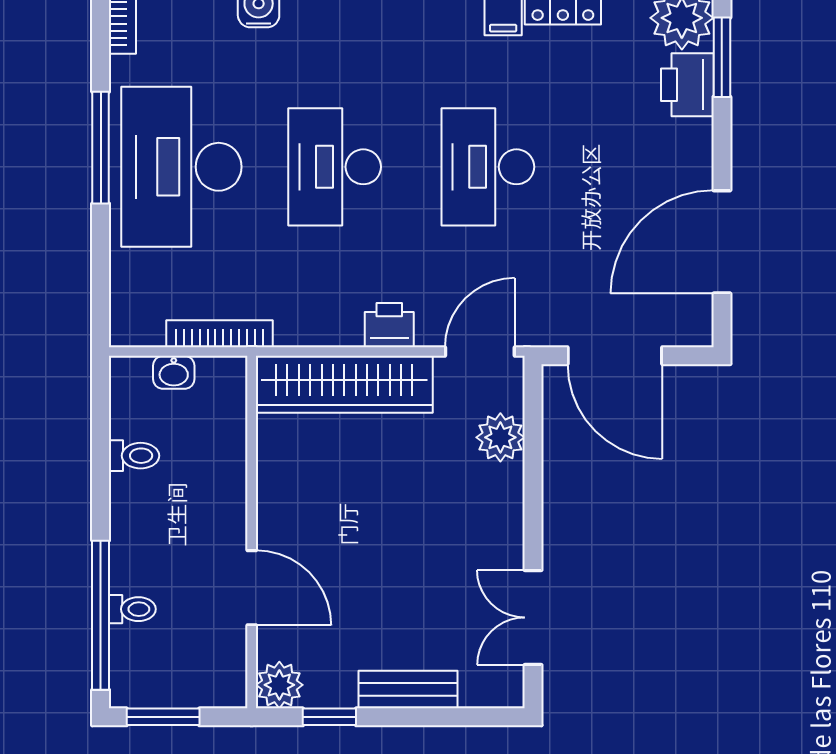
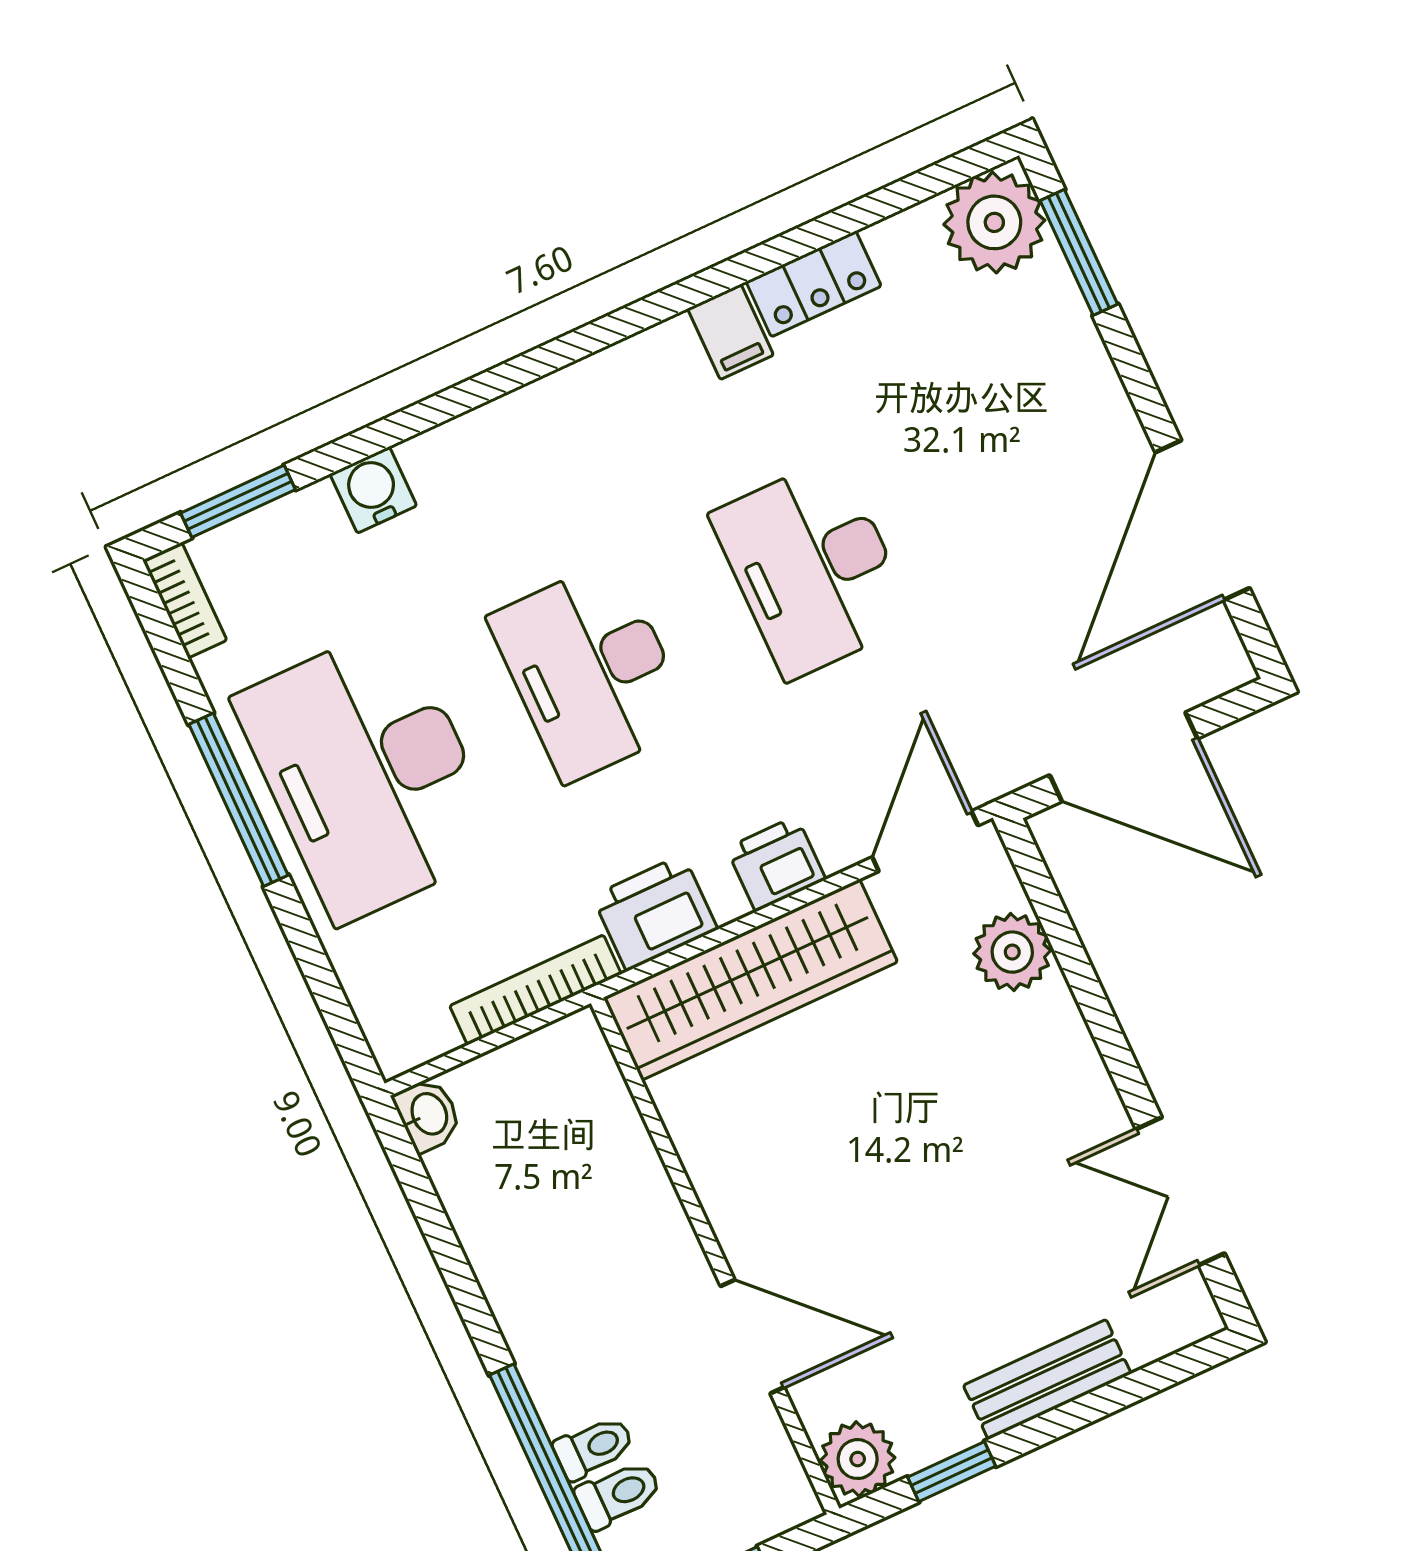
printer: (687, 85) -> (655, 913), moved, turned 90
washbasin: (174, 372) -> (428, 1114), moved, turned -90
toilet: (134, 456) -> (618, 1494), moved

